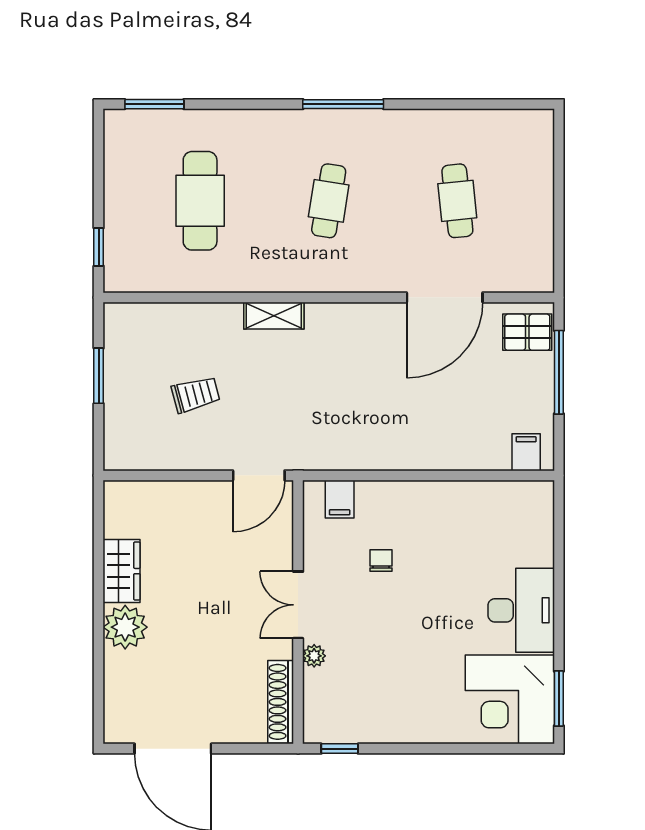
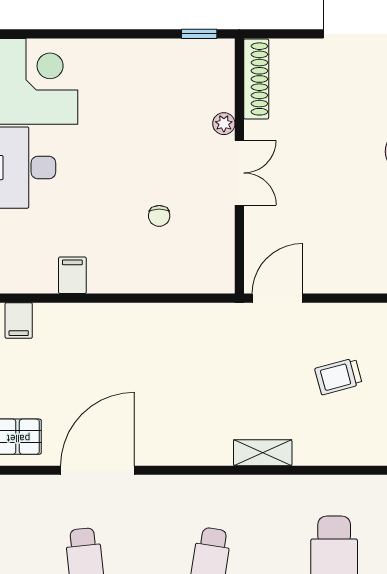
filing cabinet: (340, 499) -> (72, 275), moved

